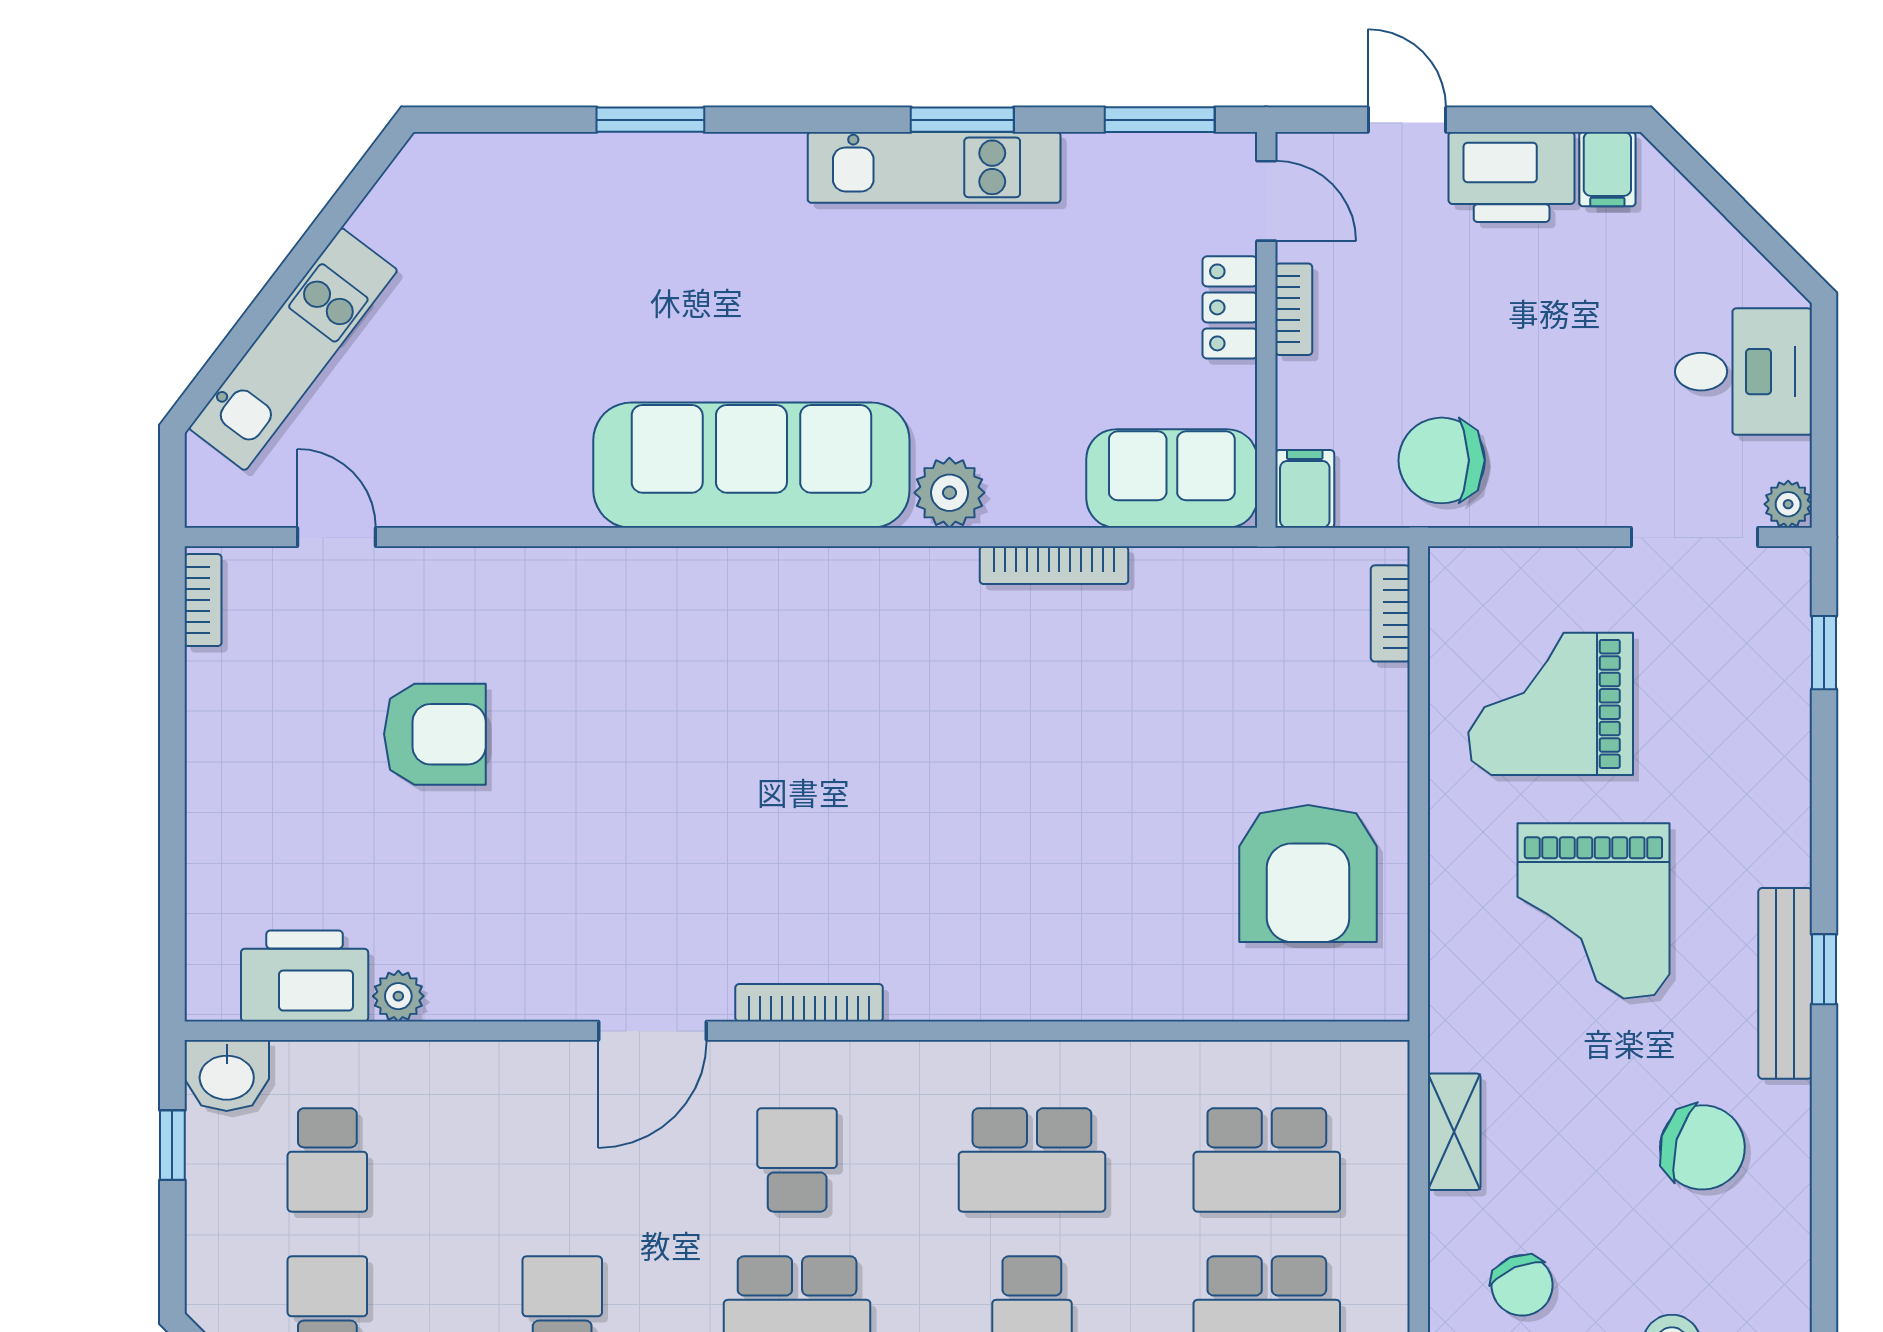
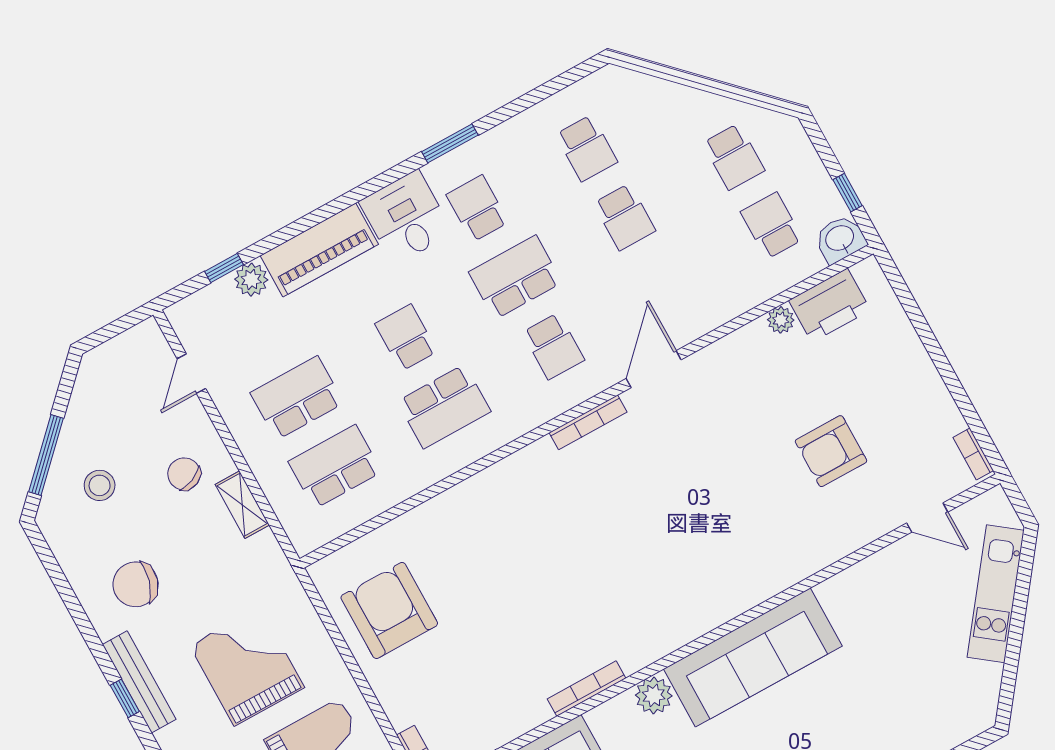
shelving: (1454, 1132) -> (242, 505), moved
school desk: (1032, 1160) -> (444, 406), turned 180

